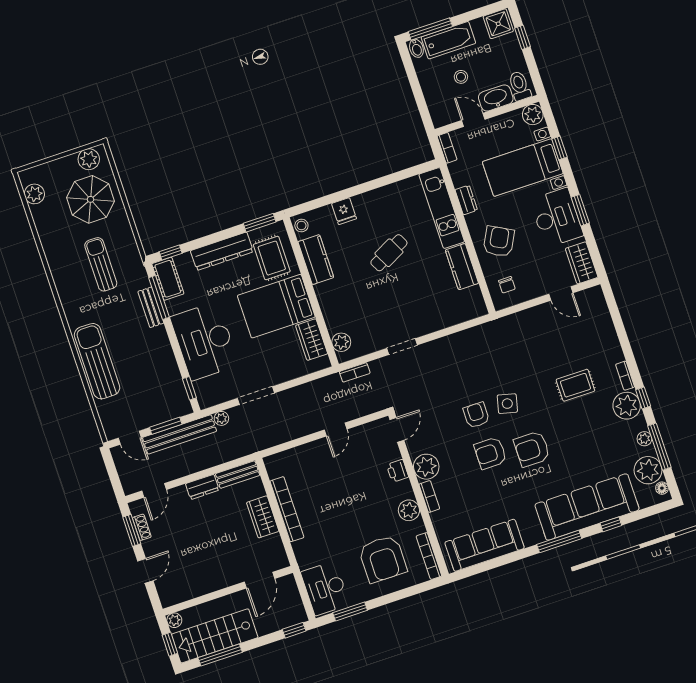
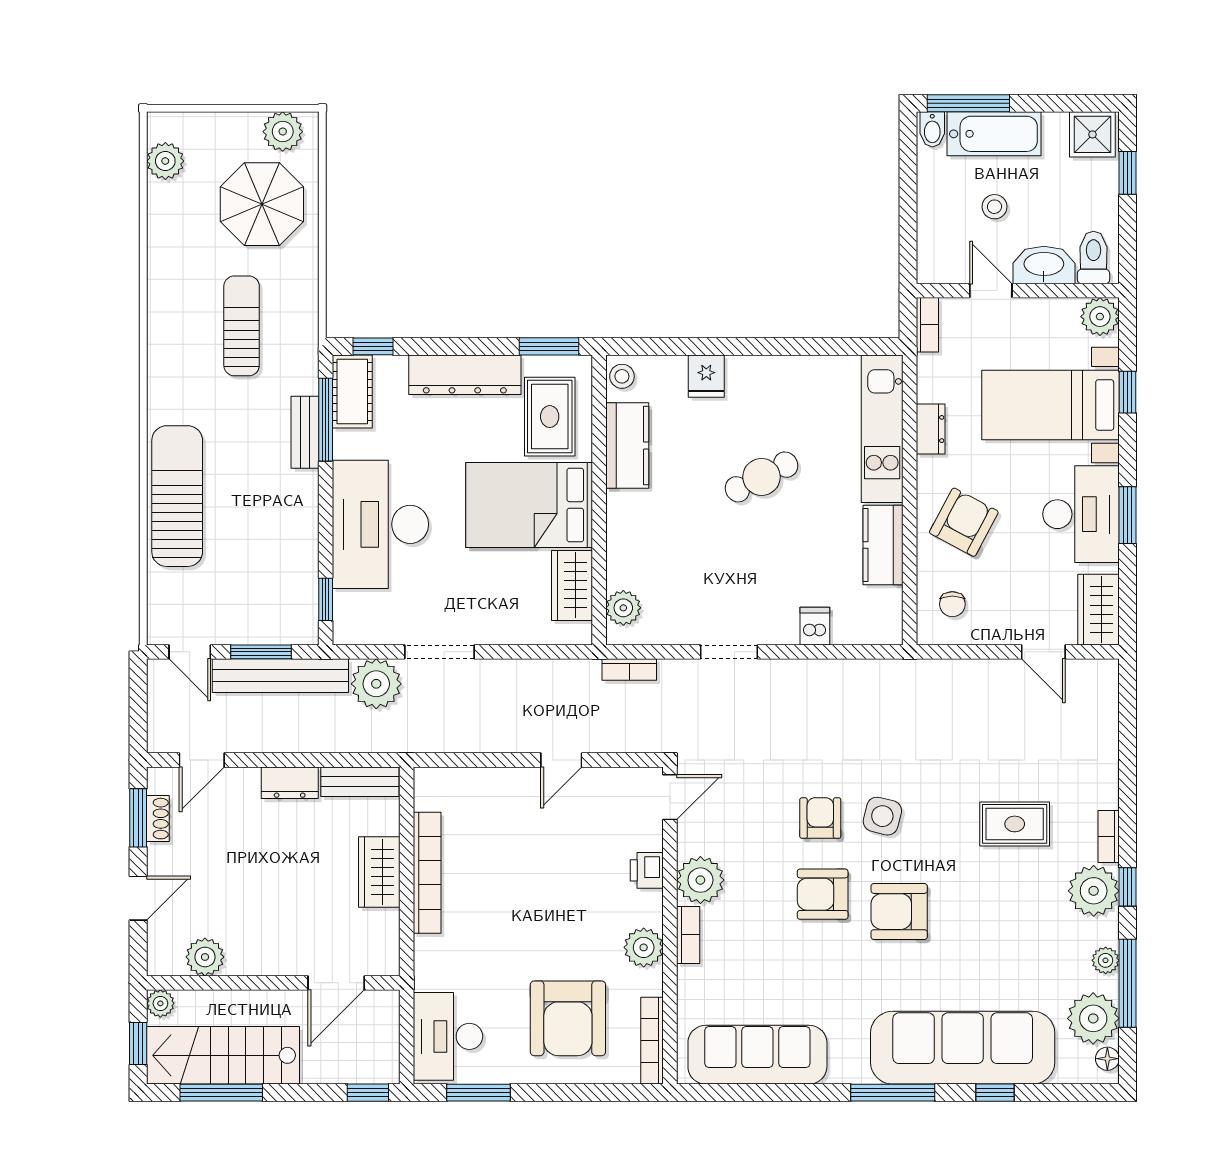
dishwasher: (441, 319) -> (815, 626), added
plant: (221, 418) -> (376, 684), width x1.88, depth x1.88
plant: (189, 589) -> (205, 957), added

